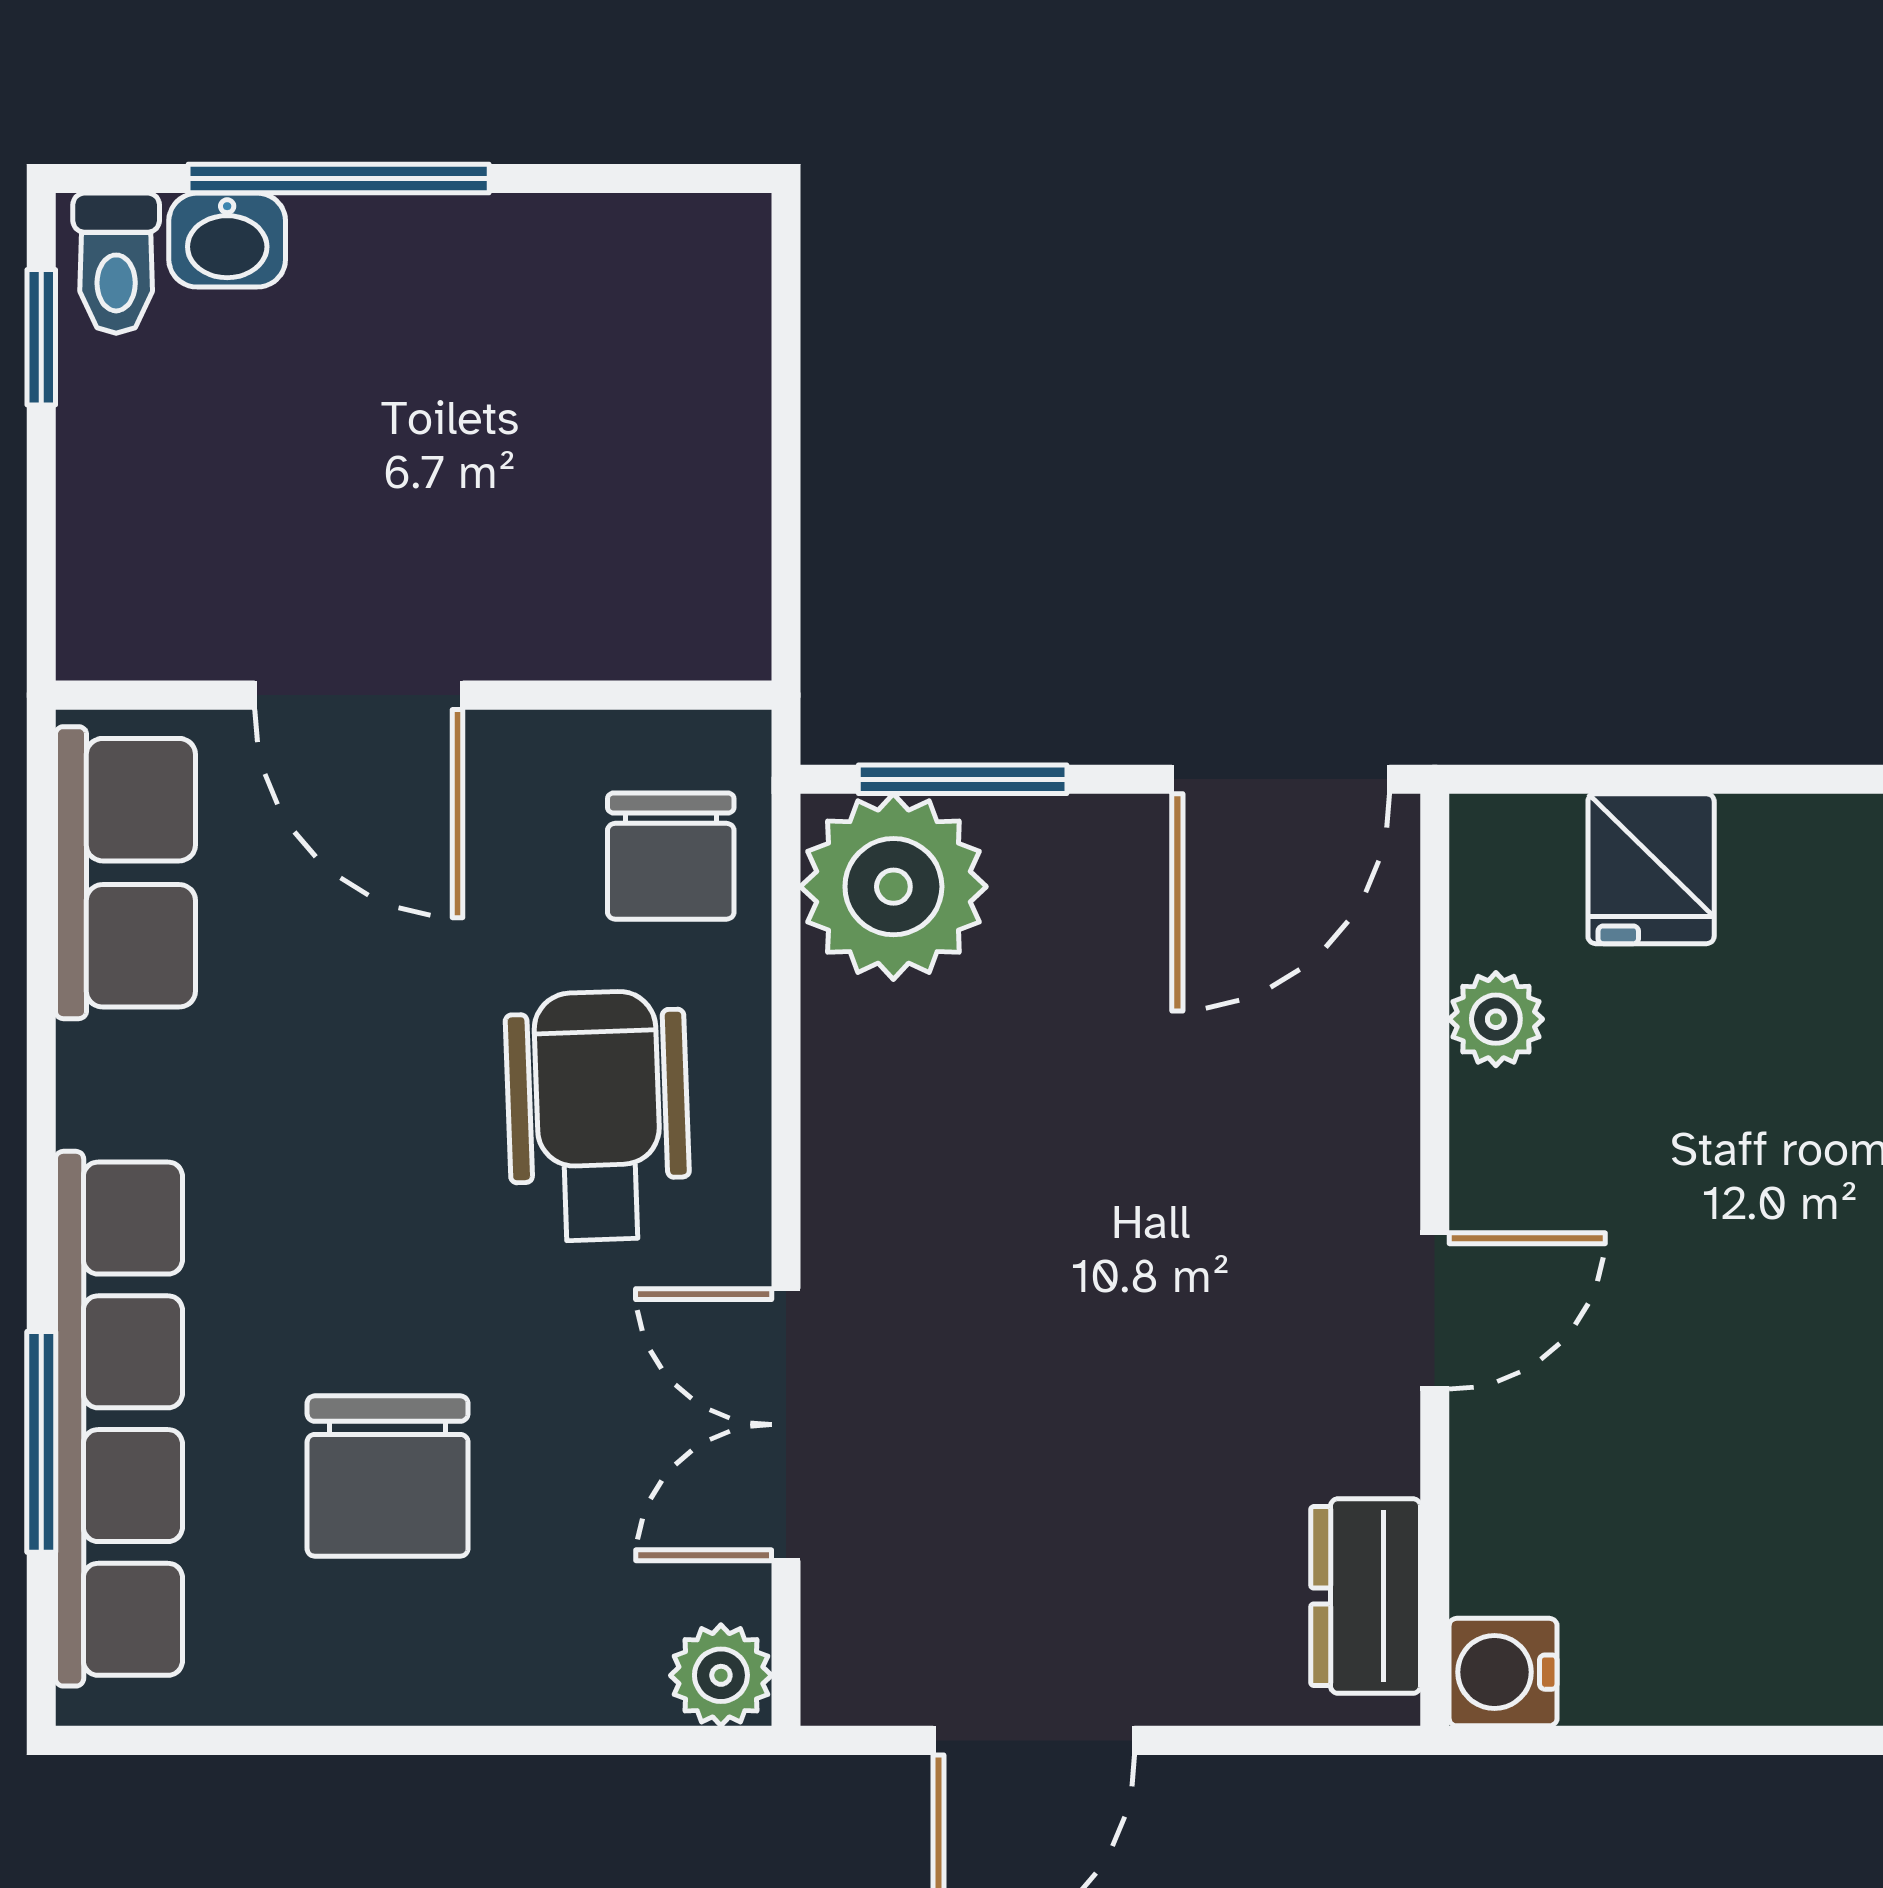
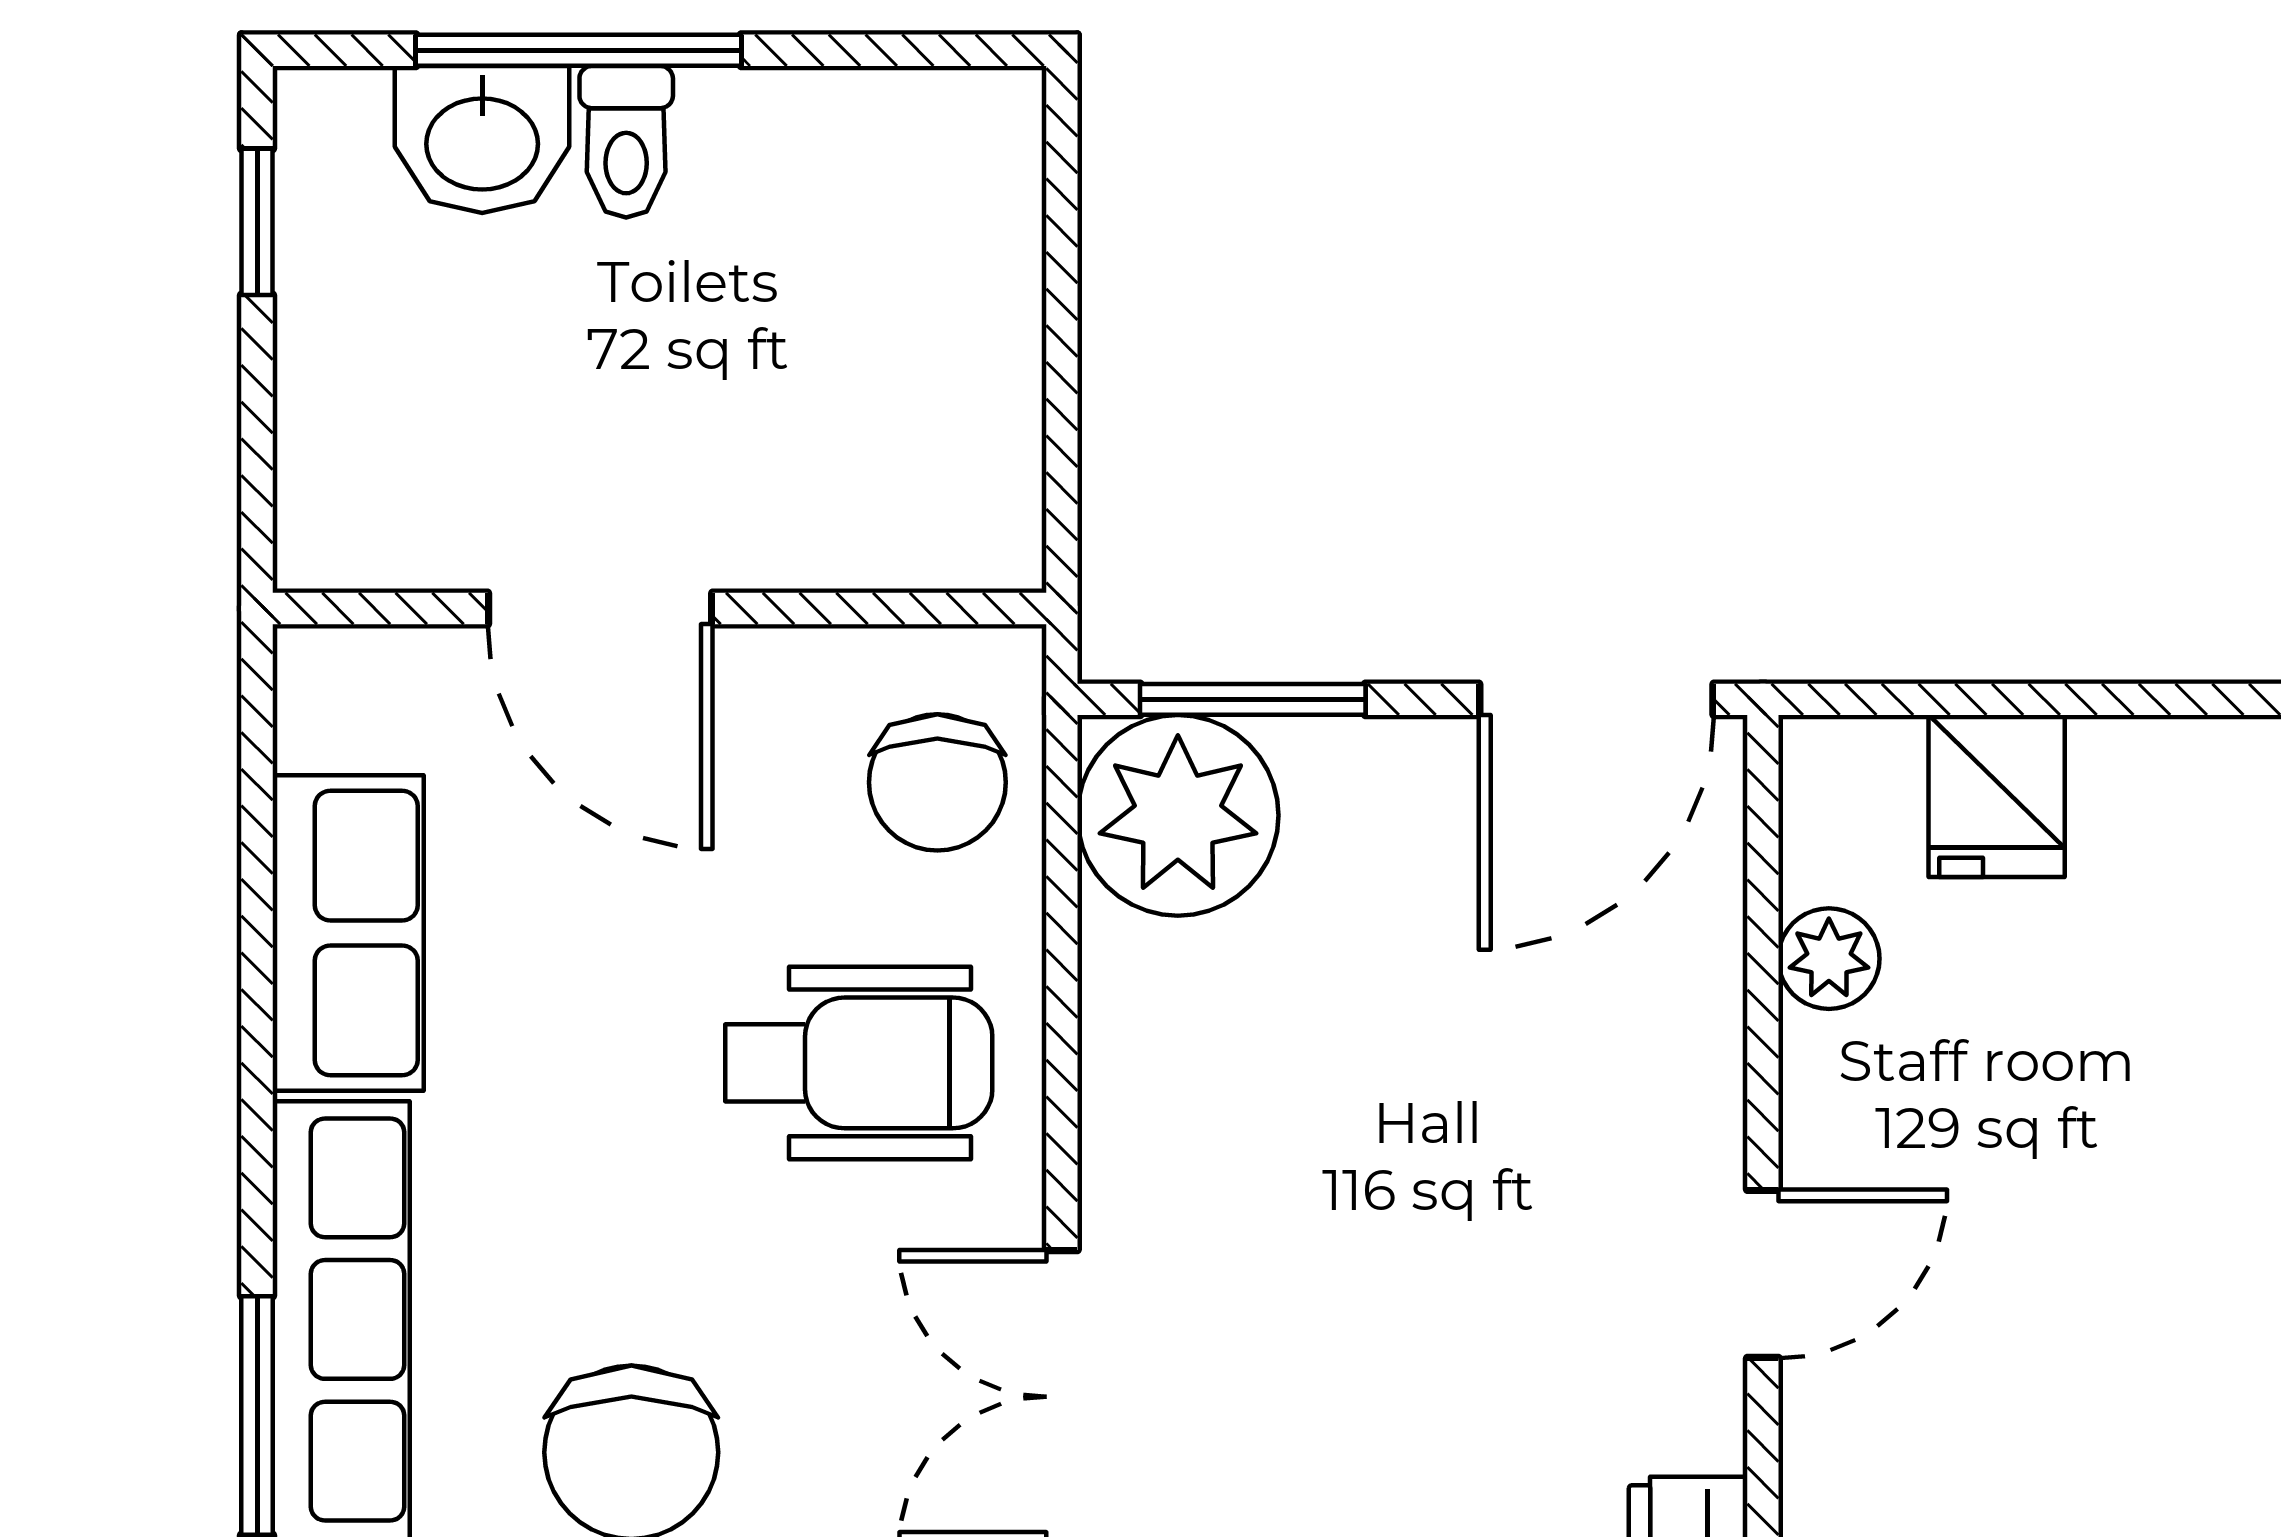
washbasin: (227, 240) -> (482, 140), width x1.38, depth x1.45
toilet: (116, 263) -> (626, 142), moved
row of seats: (126, 873) -> (348, 933), moved
wheelchair: (598, 1116) -> (859, 1063), turned 92

